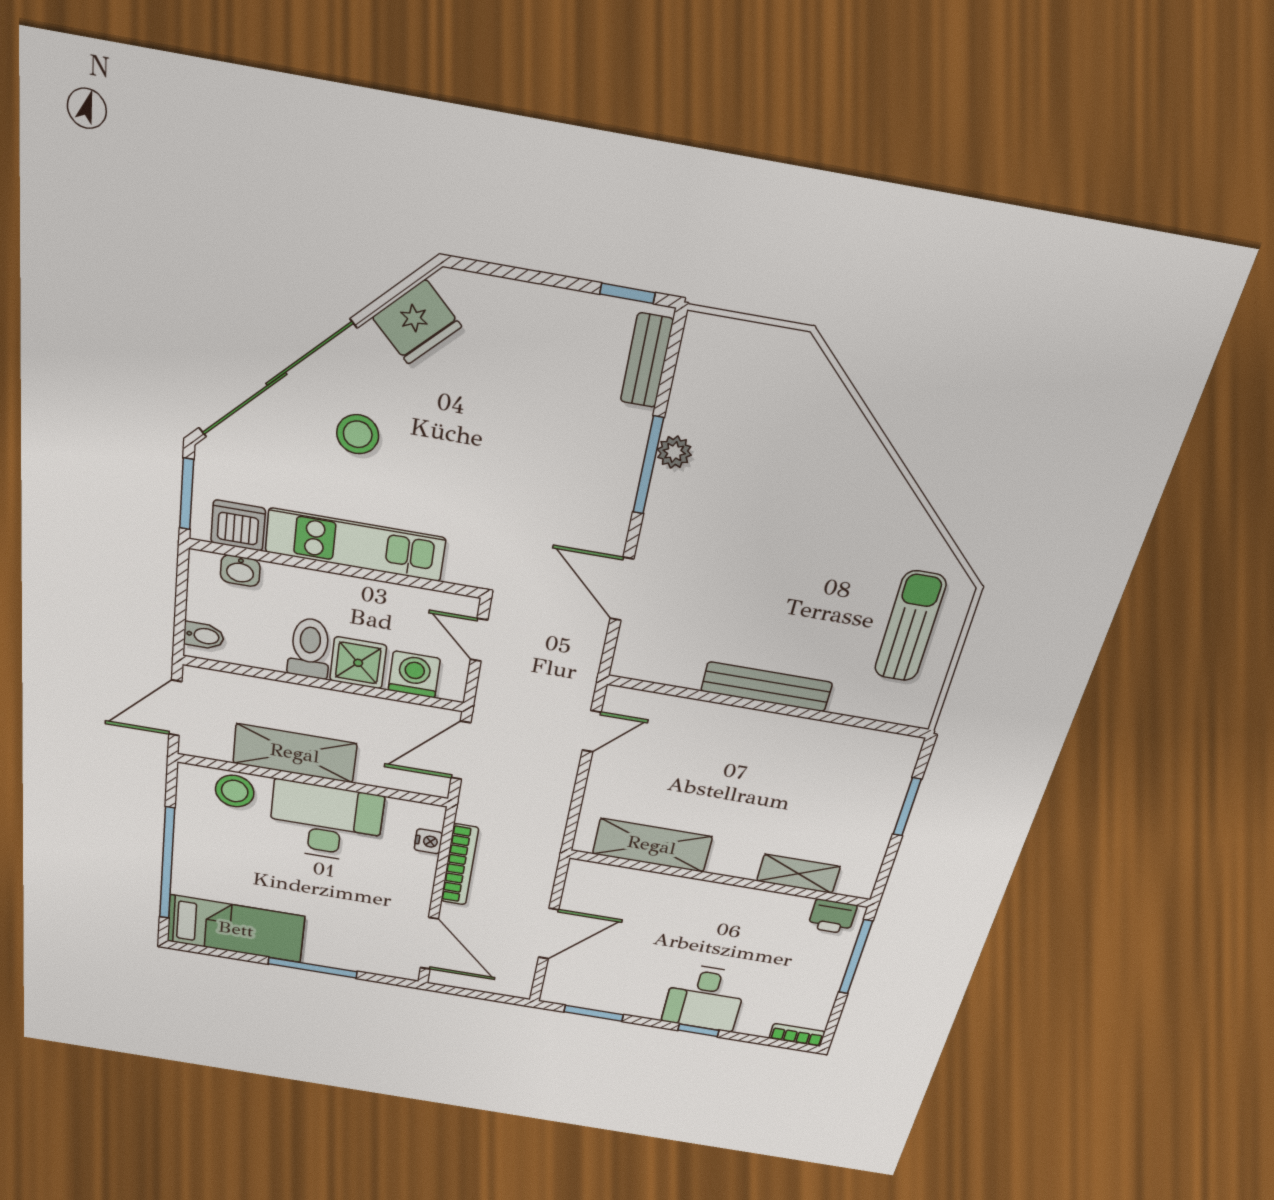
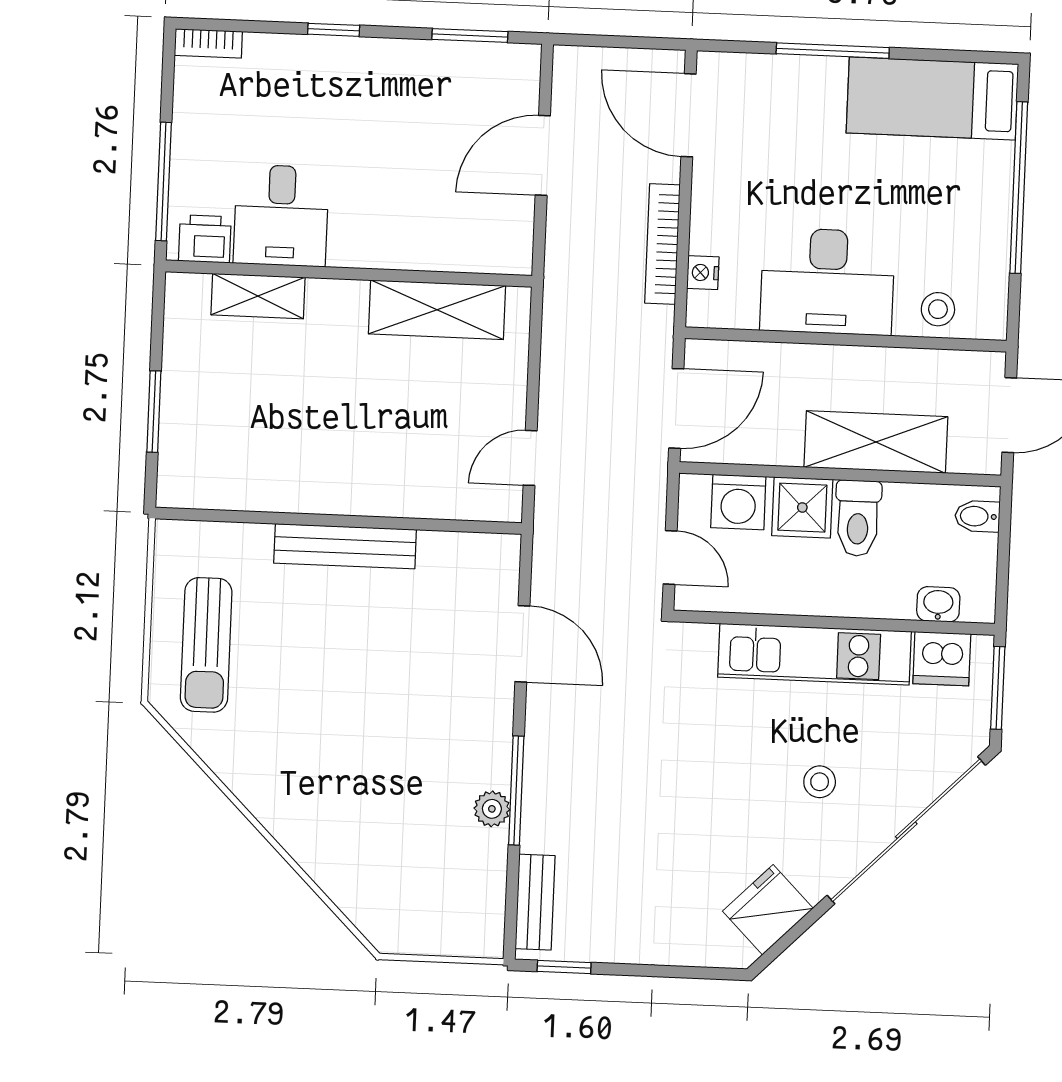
stool: (358, 434) -> (820, 782), width x0.73, depth x0.73
shelving: (295, 753) -> (876, 442), moved
stool: (235, 791) -> (938, 309), width x0.73, depth x0.73
desk: (705, 998) -> (281, 216), moved, turned 180

